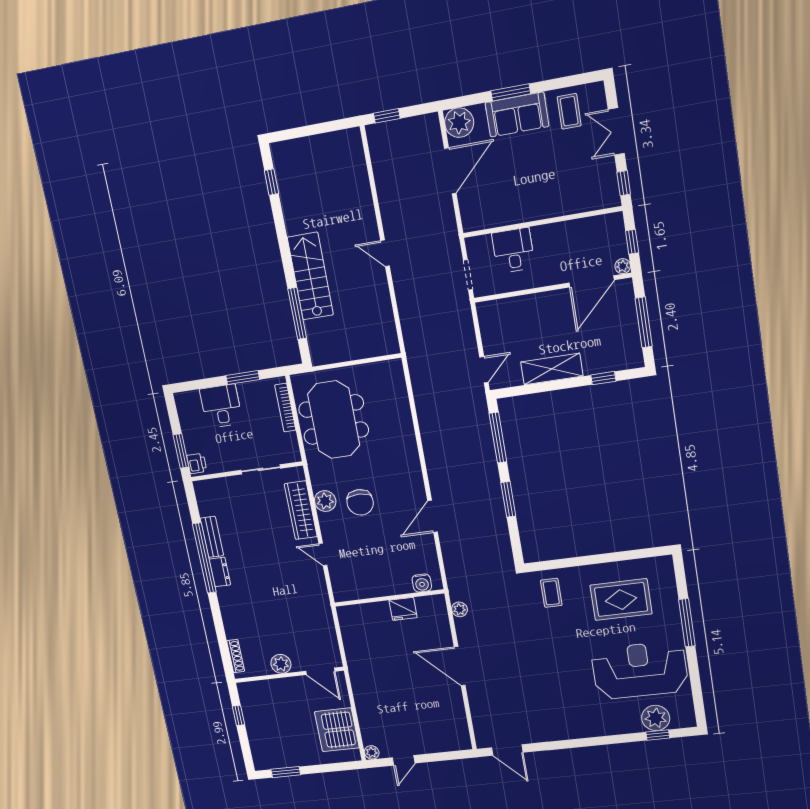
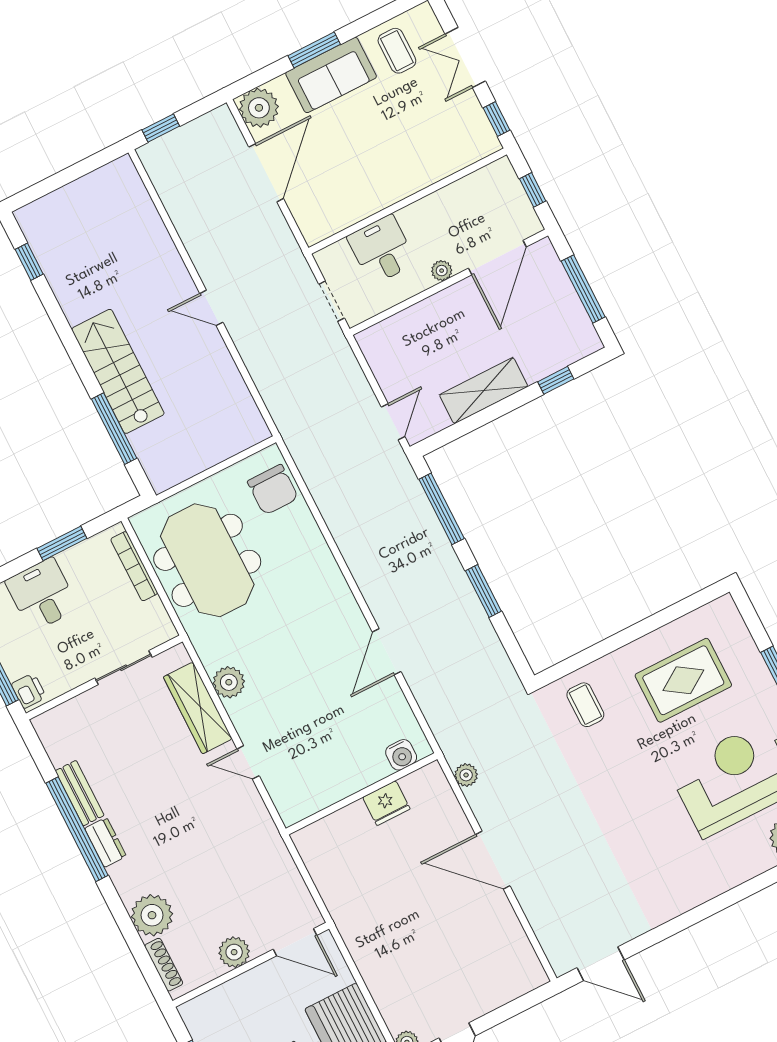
plant: (623, 266) -> (442, 271), moved
chair: (360, 502) -> (273, 490), moved
plant: (237, 625) -> (152, 915), added

